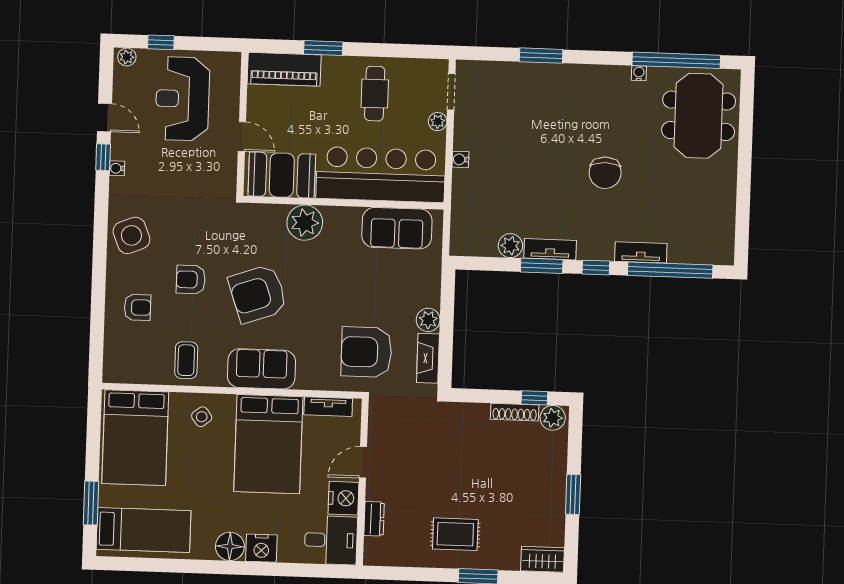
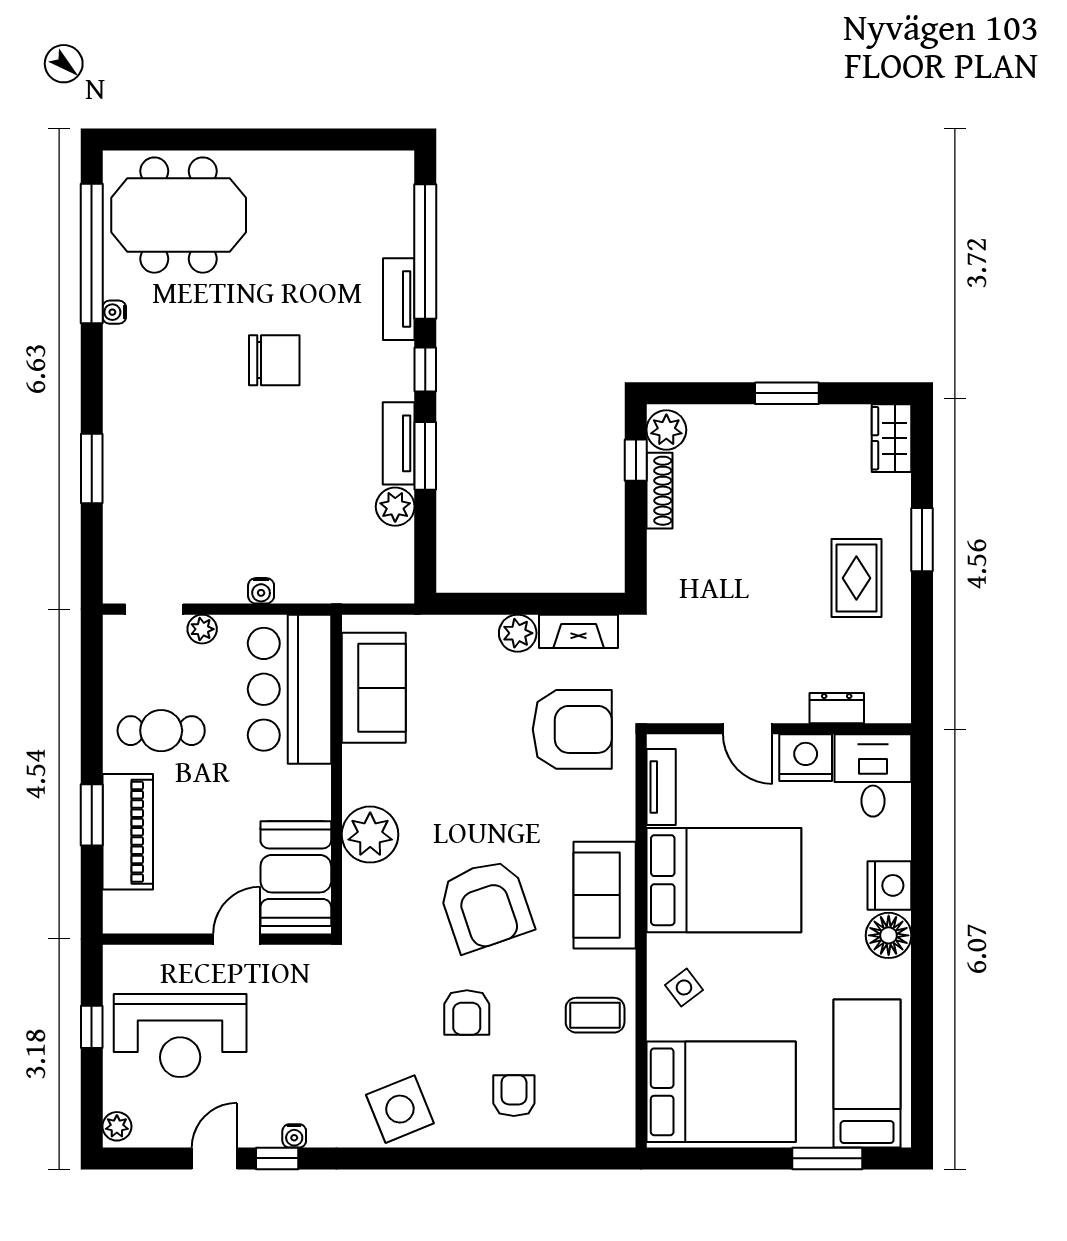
window: (161, 42) -> (92, 1027), moved
piano: (284, 69) -> (128, 832), moved
bar counter: (381, 175) -> (289, 689), width x0.73
armchair: (366, 352) -> (572, 729), turned -90

